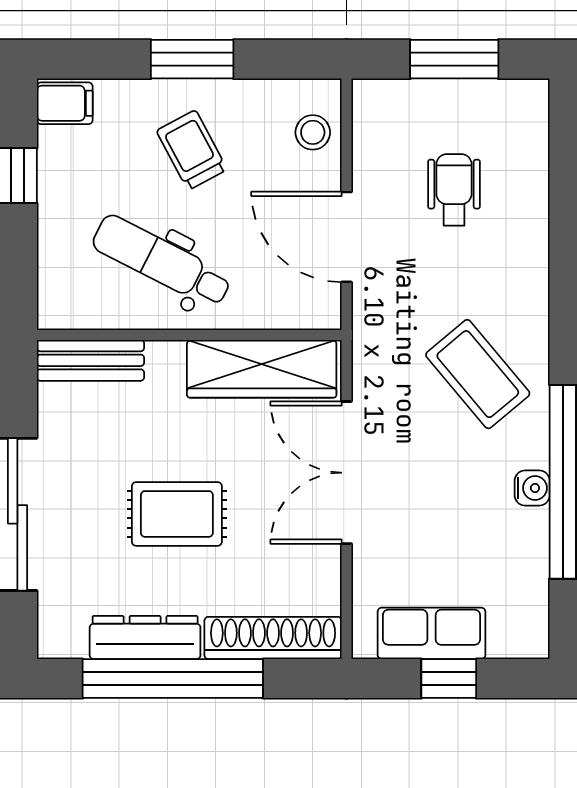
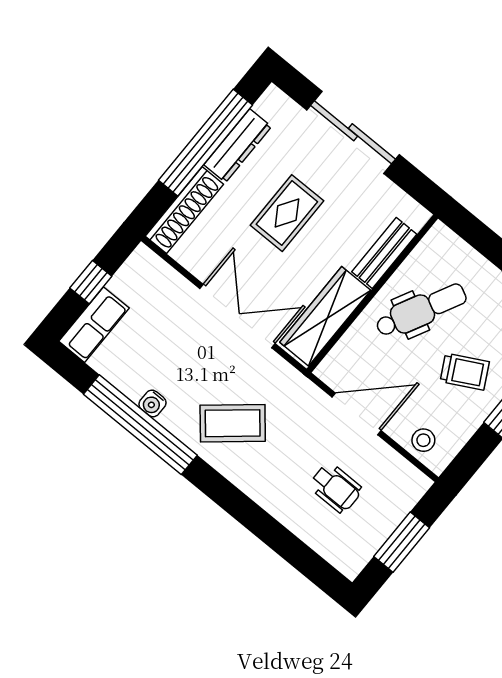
bench: (90, 360) -> (384, 253), moved
row of seats: (431, 633) -> (94, 325), moved

